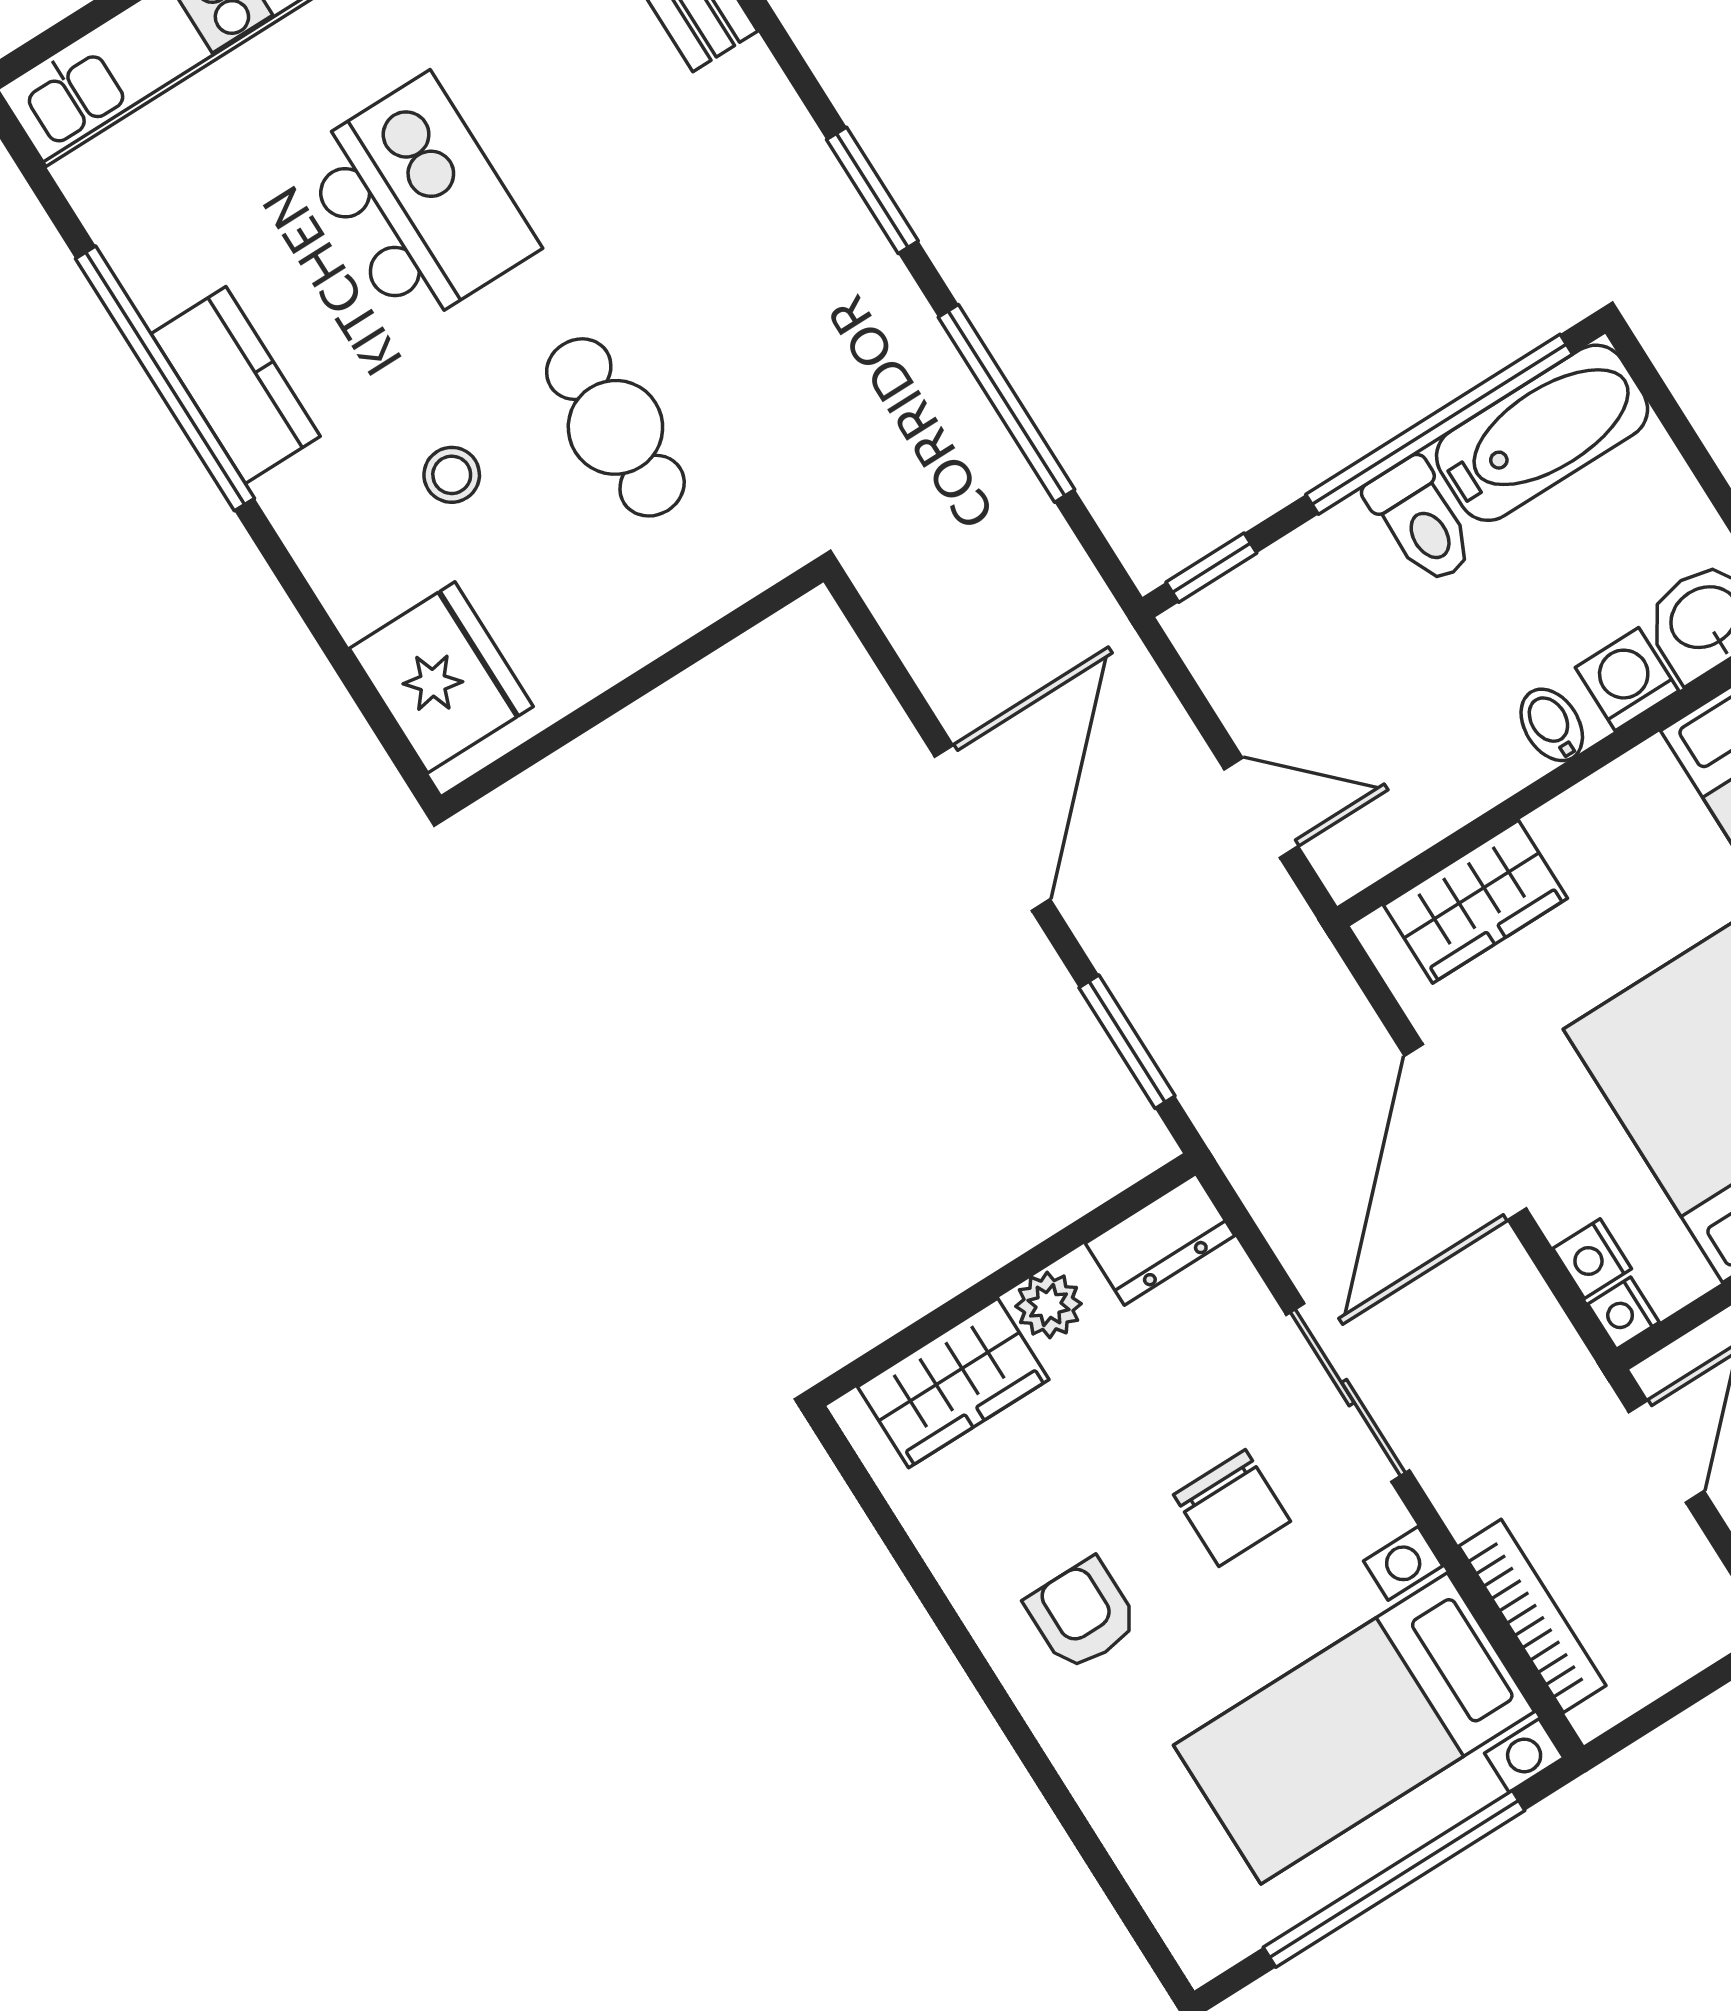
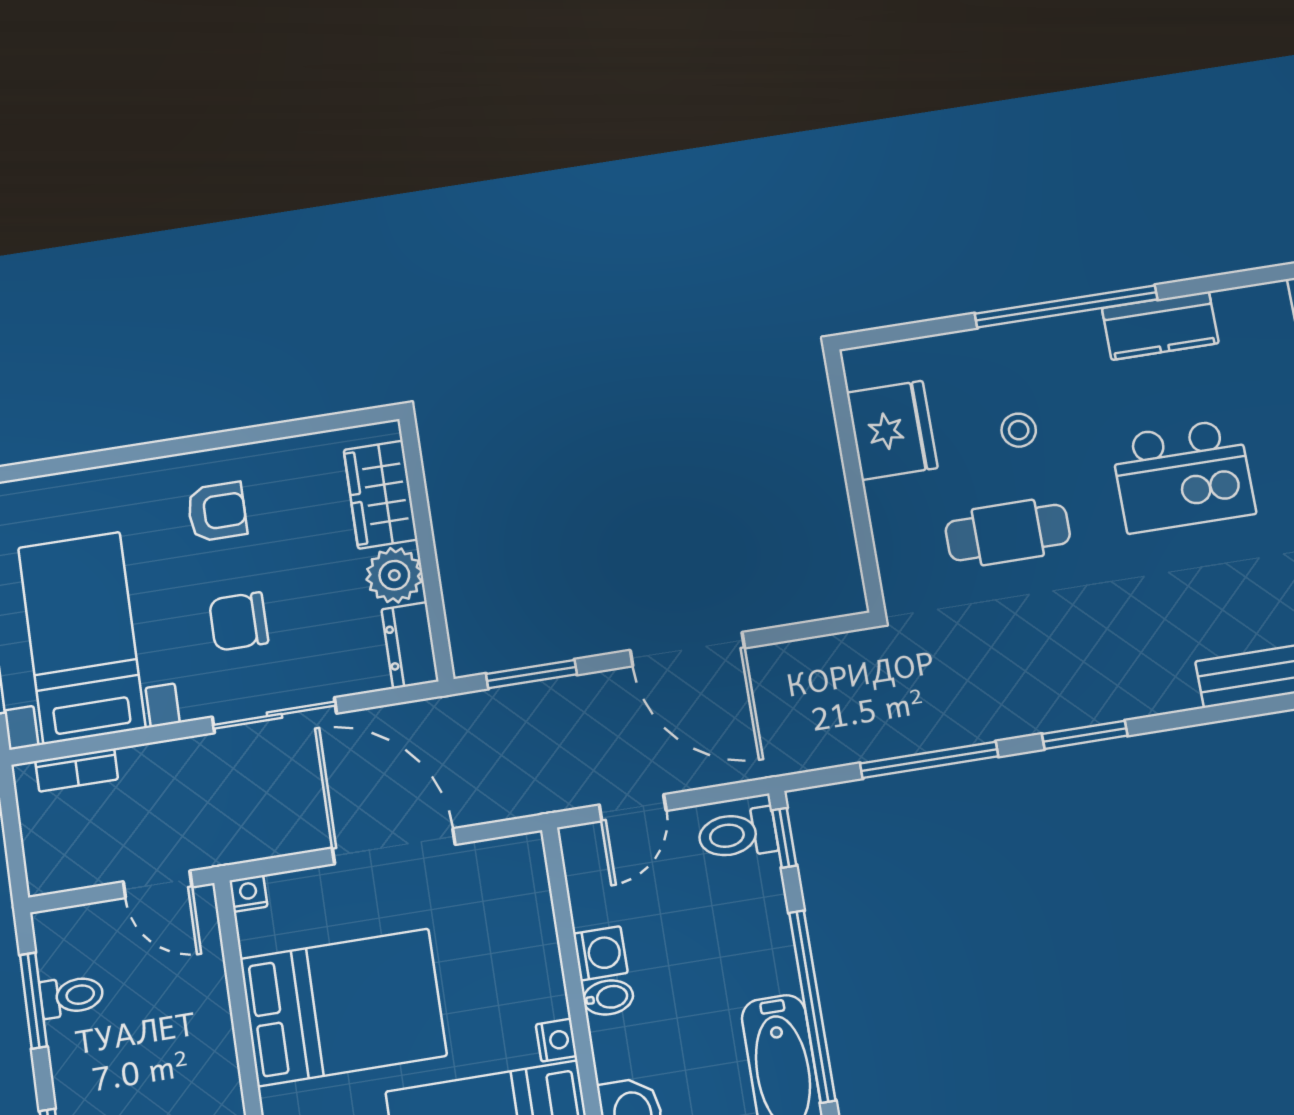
window: (165, 378) -> (1066, 307), moved
kitchen counter: (236, 385) -> (1160, 326), moved
toilet: (1421, 521) -> (737, 834), moved
fridge: (441, 677) -> (892, 430), moved, turned -90
washing machine: (1627, 679) -> (600, 953), moved
wardrobe: (1475, 902) -> (525, 909), removed
nightstand: (1592, 1259) -> (556, 1040), moved, turned 90
plant: (1048, 1305) -> (394, 575), width x1.38, depth x1.38
bookcase: (1532, 1616) -> (77, 770), width x0.64

